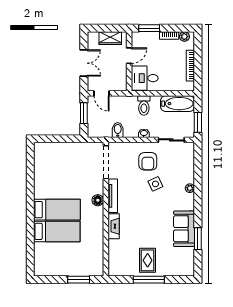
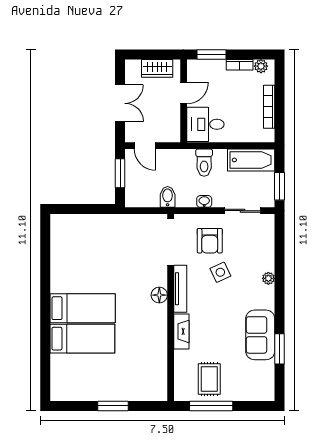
doorway: (106, 162) -> (171, 242), moved
tv unit: (113, 196) -> (180, 289), moved
floor lamp: (98, 200) -> (159, 295), moved
wall: (106, 209) -> (171, 308), moved
fireplace: (114, 226) -> (181, 331), moved

